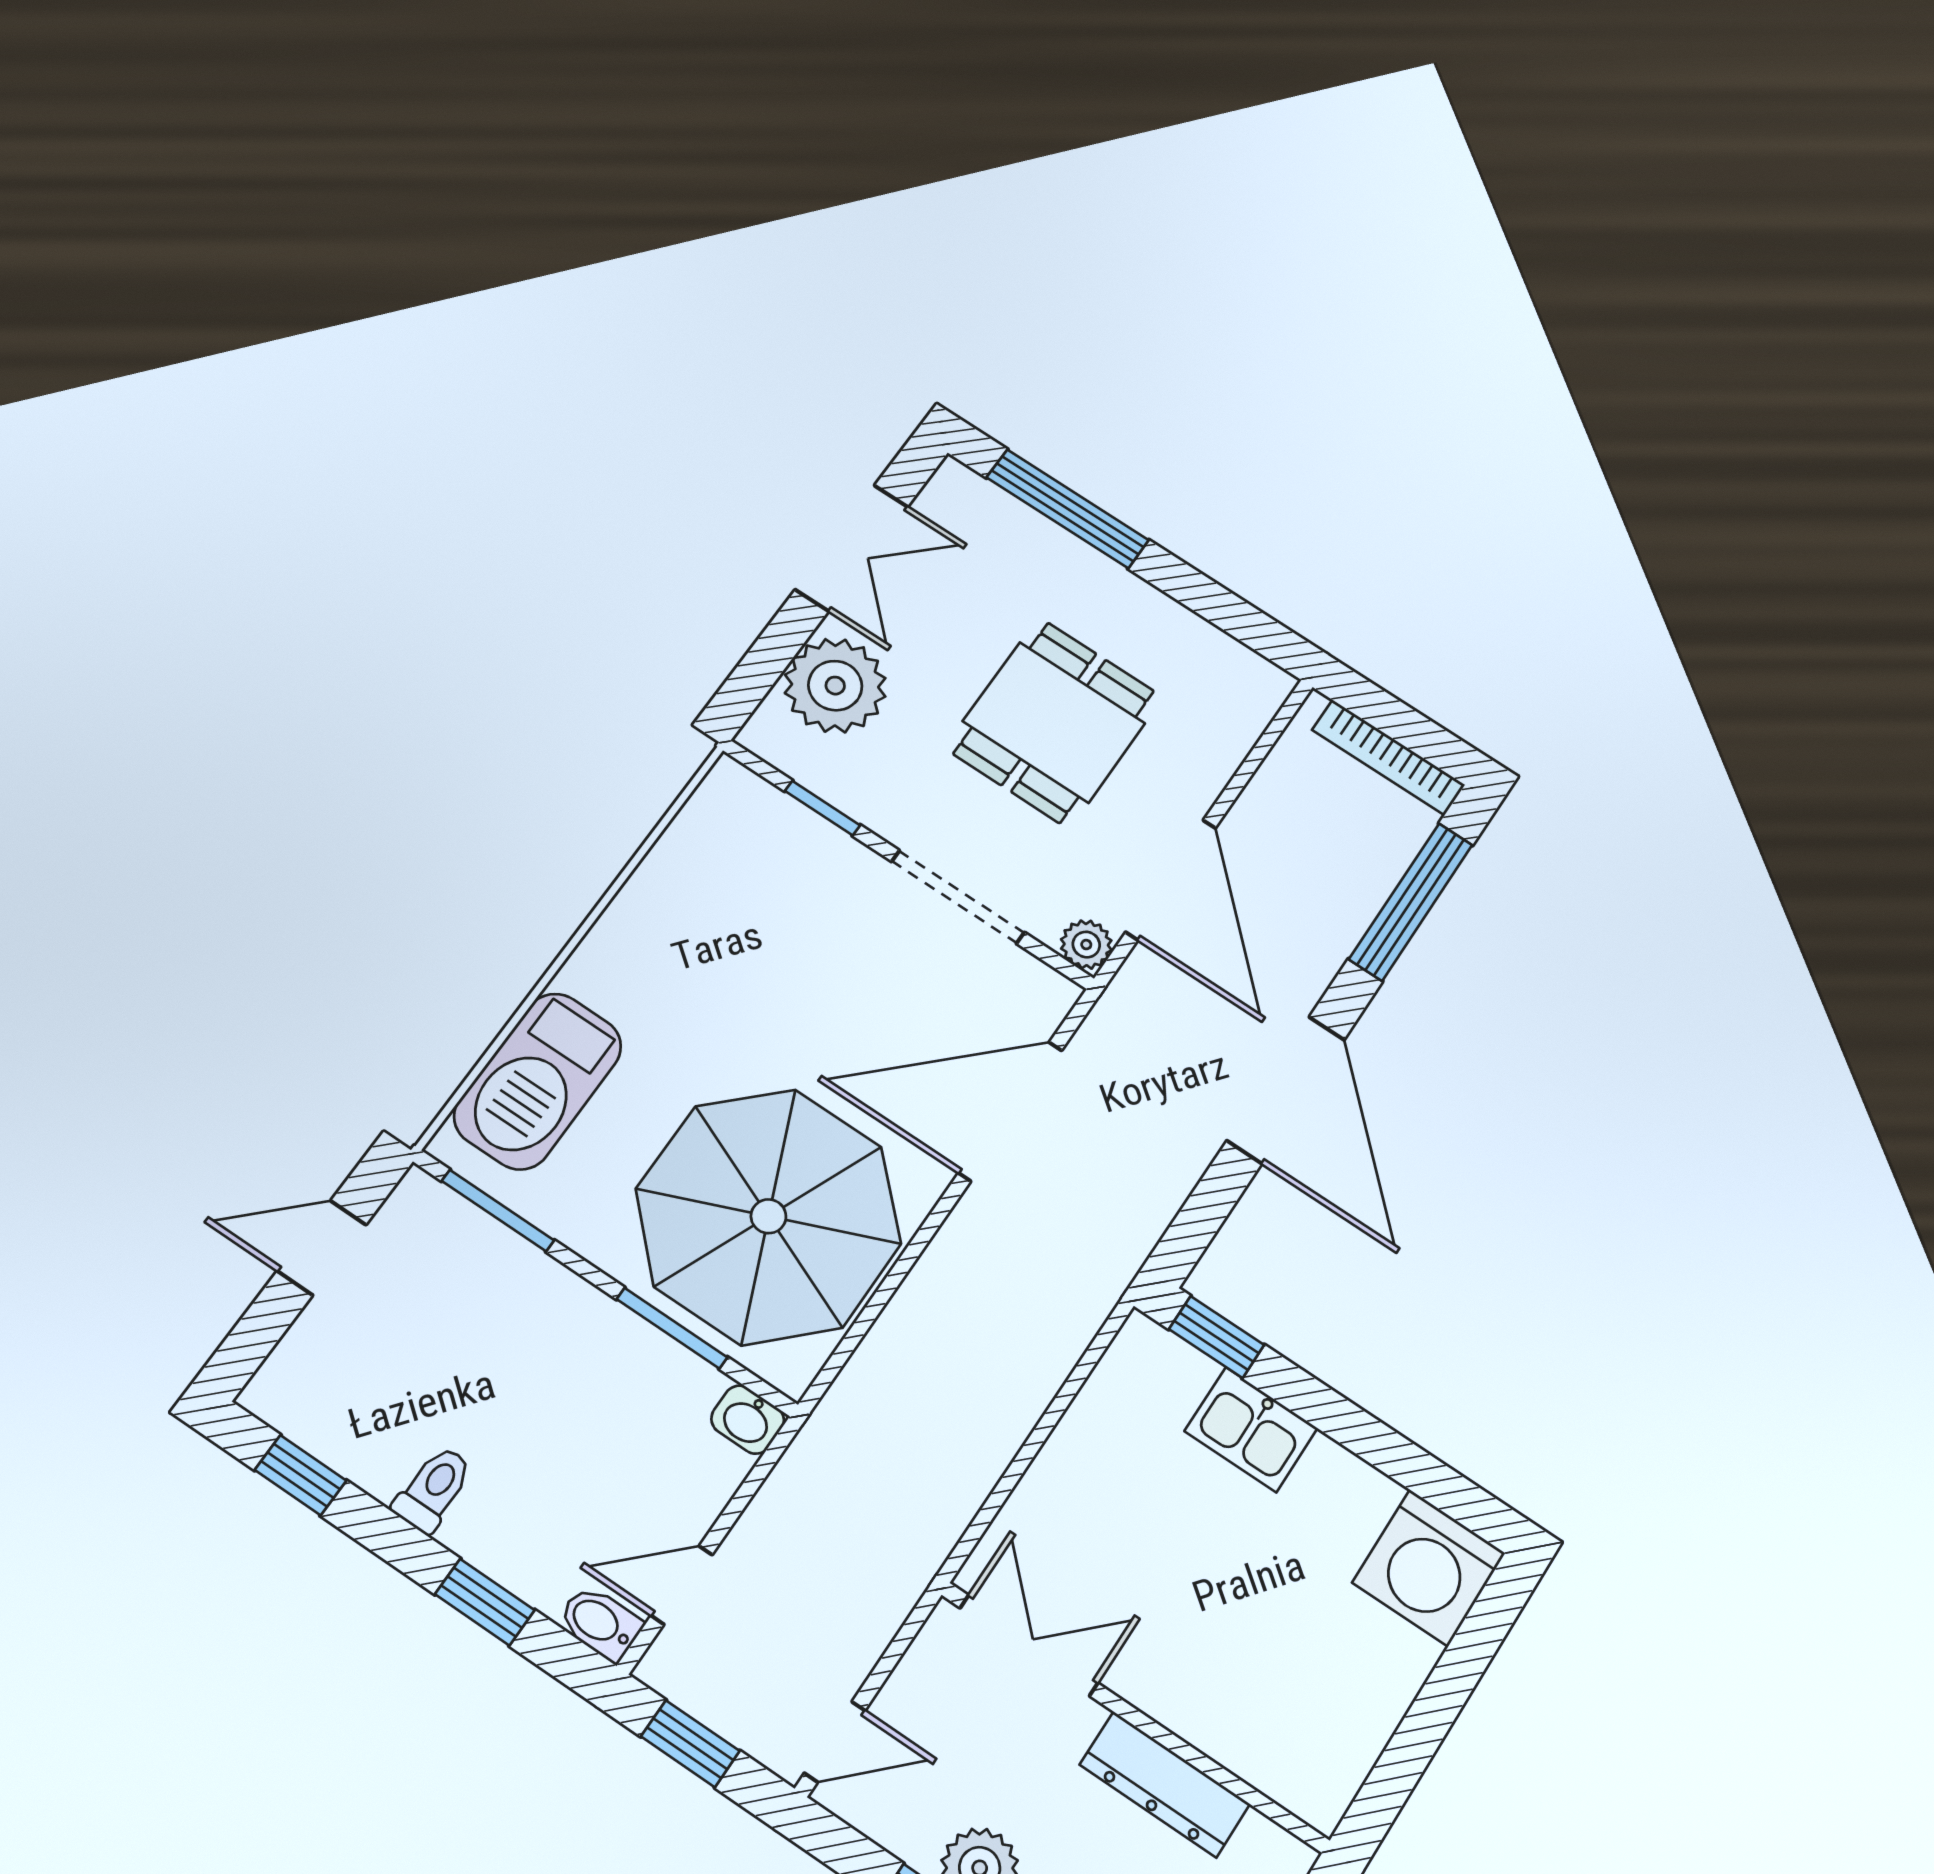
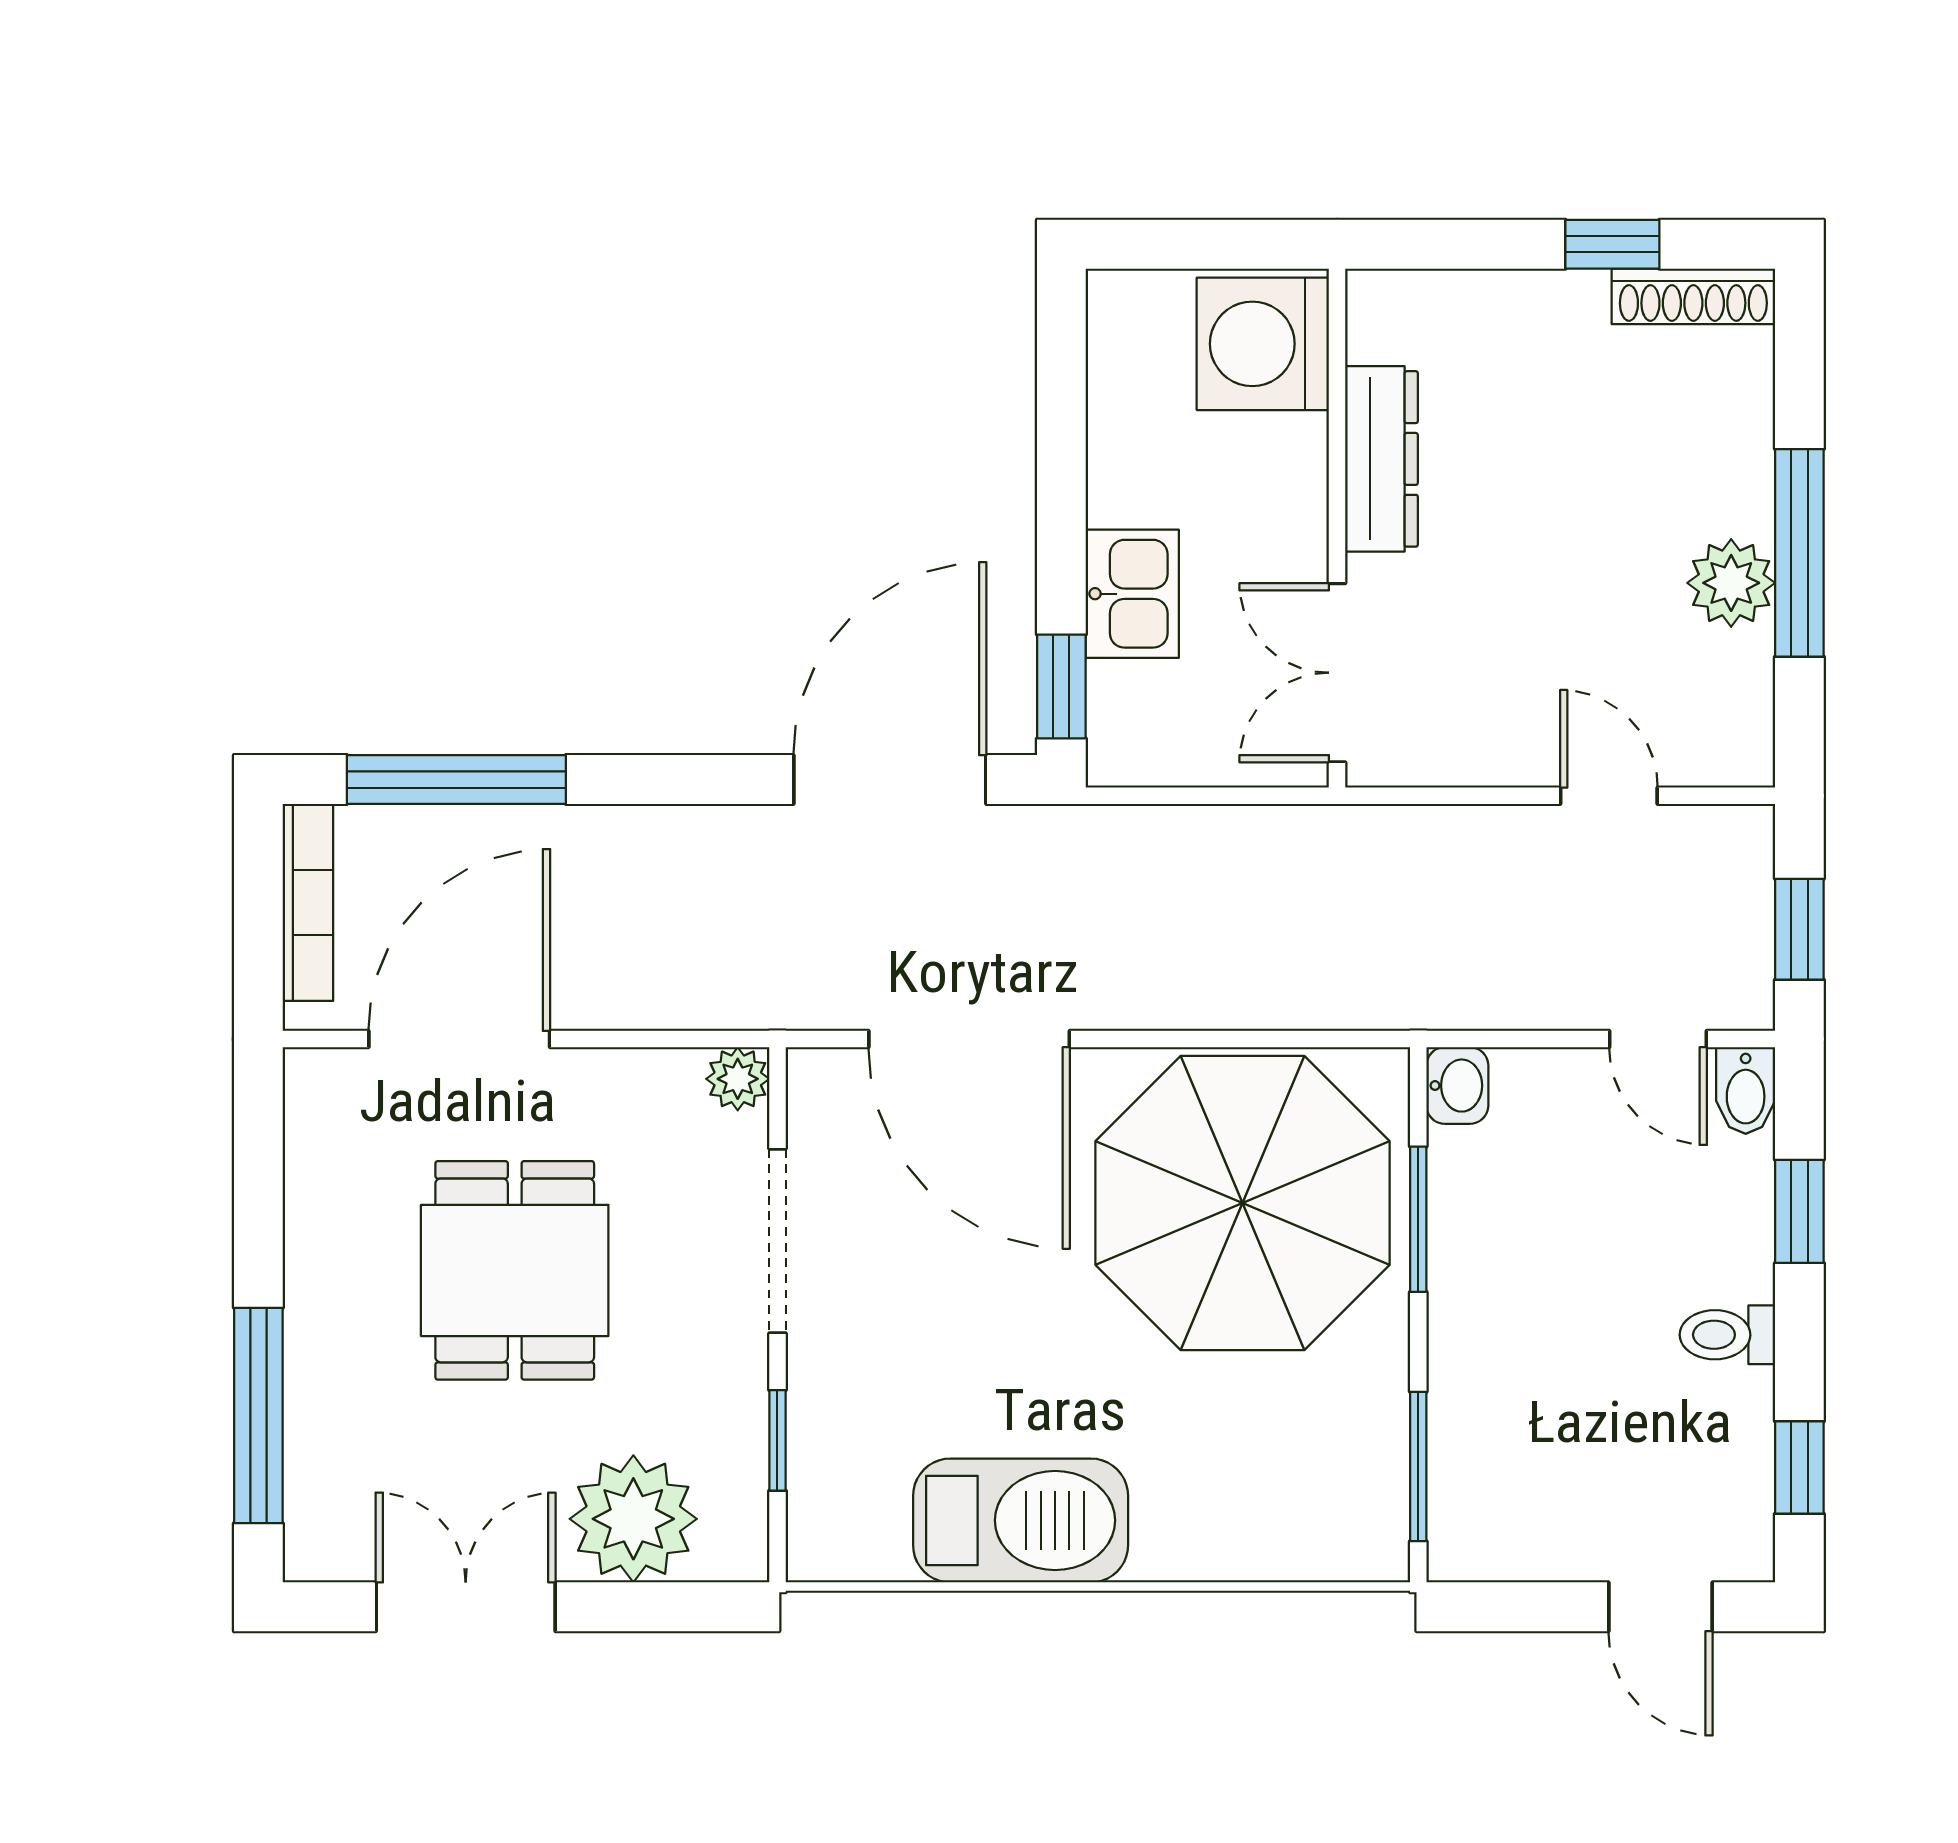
dining table: (1054, 722) -> (515, 1270), turned 90
door: (1171, 880) -> (459, 1039), moved
barbecue: (538, 1081) -> (1021, 1520), moved
door: (1286, 1090) -> (890, 780), moved
door: (322, 1248) -> (1661, 1607), moved
washing machine: (1429, 1568) -> (1263, 344), moved, turned 180
double door: (1029, 1645) -> (1337, 673), moved
wall: (1135, 1717) -> (1337, 528), moved
door: (835, 1742) -> (1609, 796), moved
dresser: (1165, 1784) -> (1381, 459), moved

